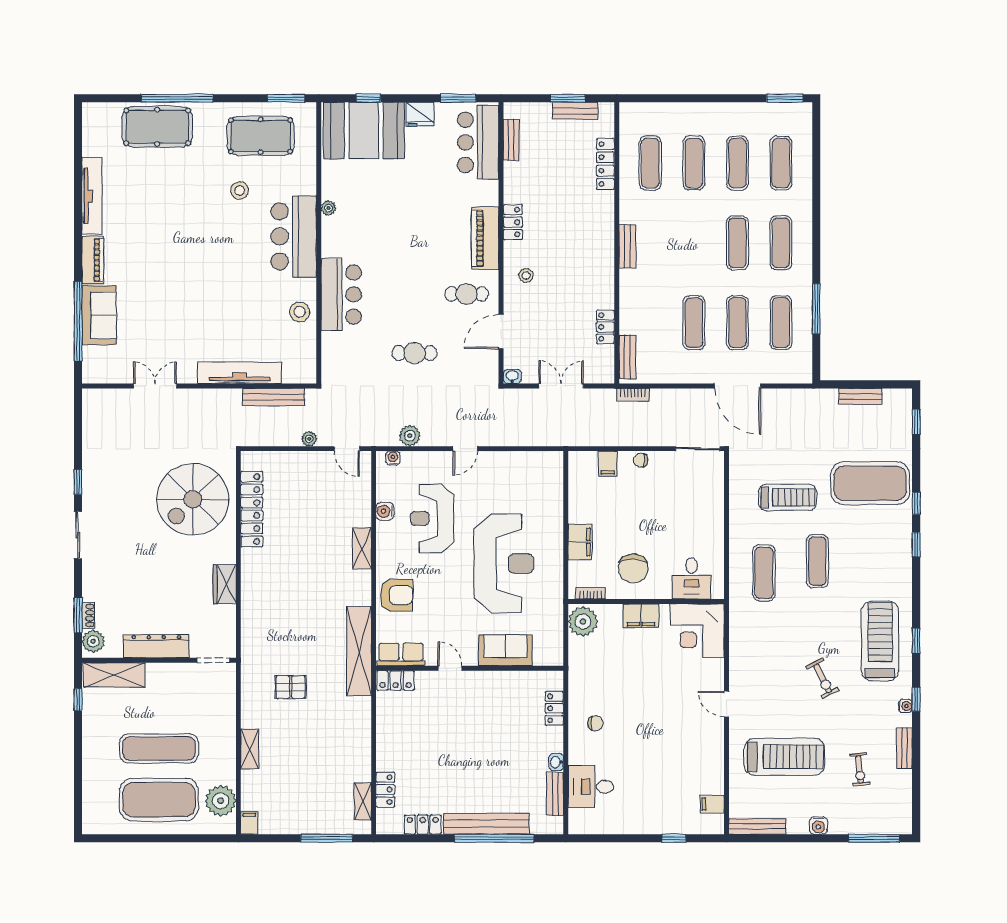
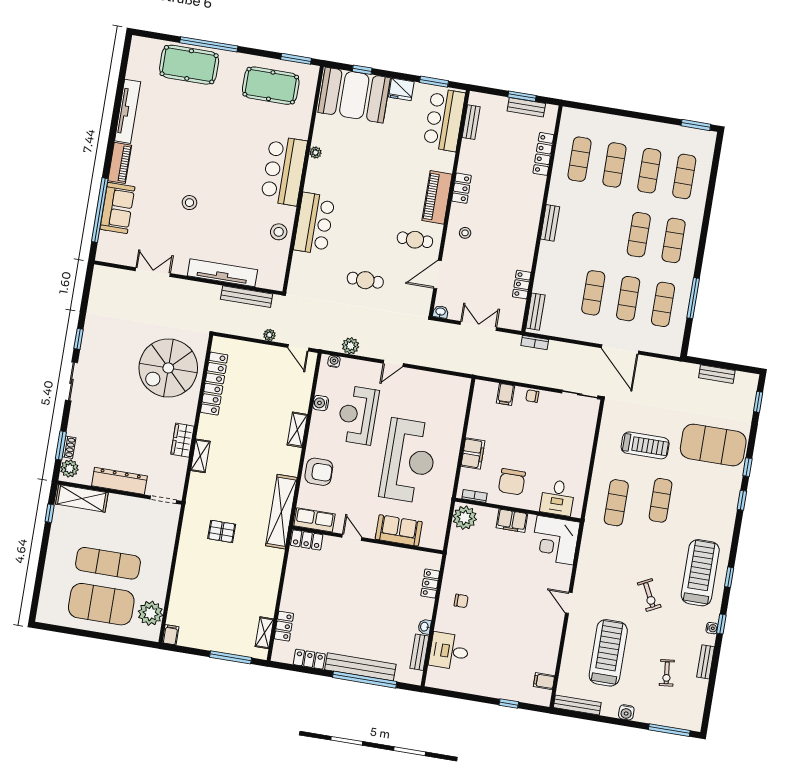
stool: (240, 190) -> (189, 203), moved
shelving: (250, 749) -> (200, 456), moved
treadmill: (784, 757) -> (608, 653), turned -90

